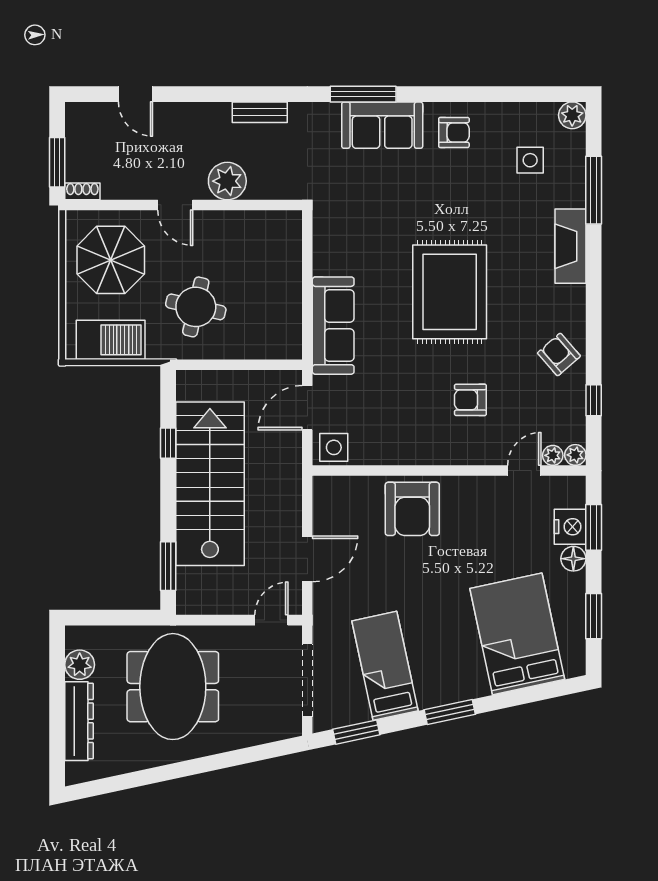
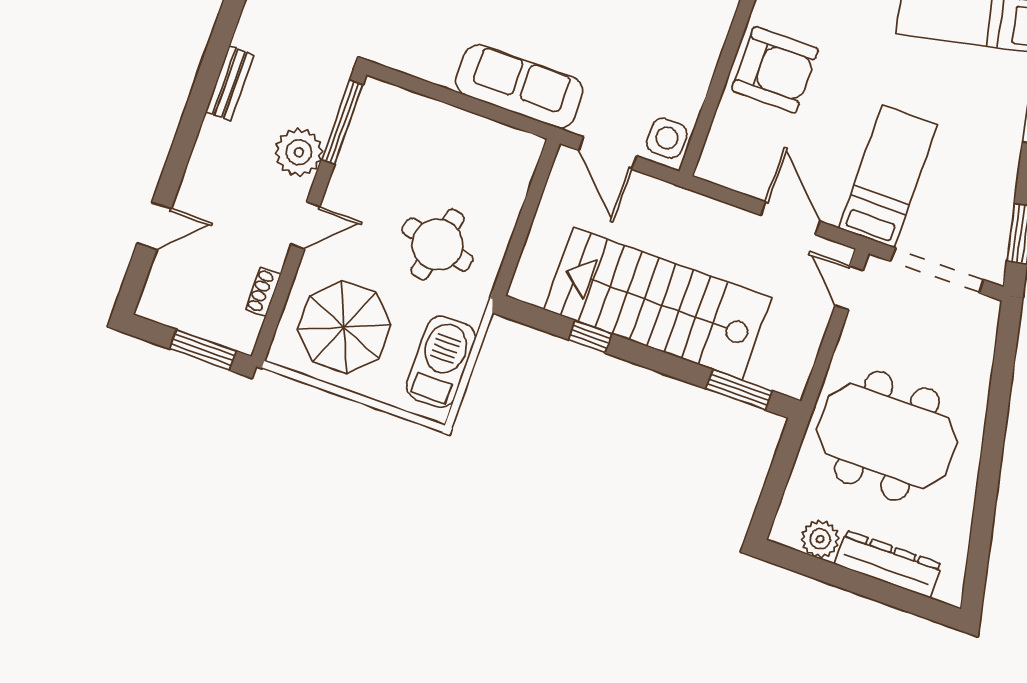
shoe rack: (82, 191) -> (263, 292), moved
window: (261, 205) -> (342, 122), added
bed: (385, 666) -> (888, 177), moved, turned 102

